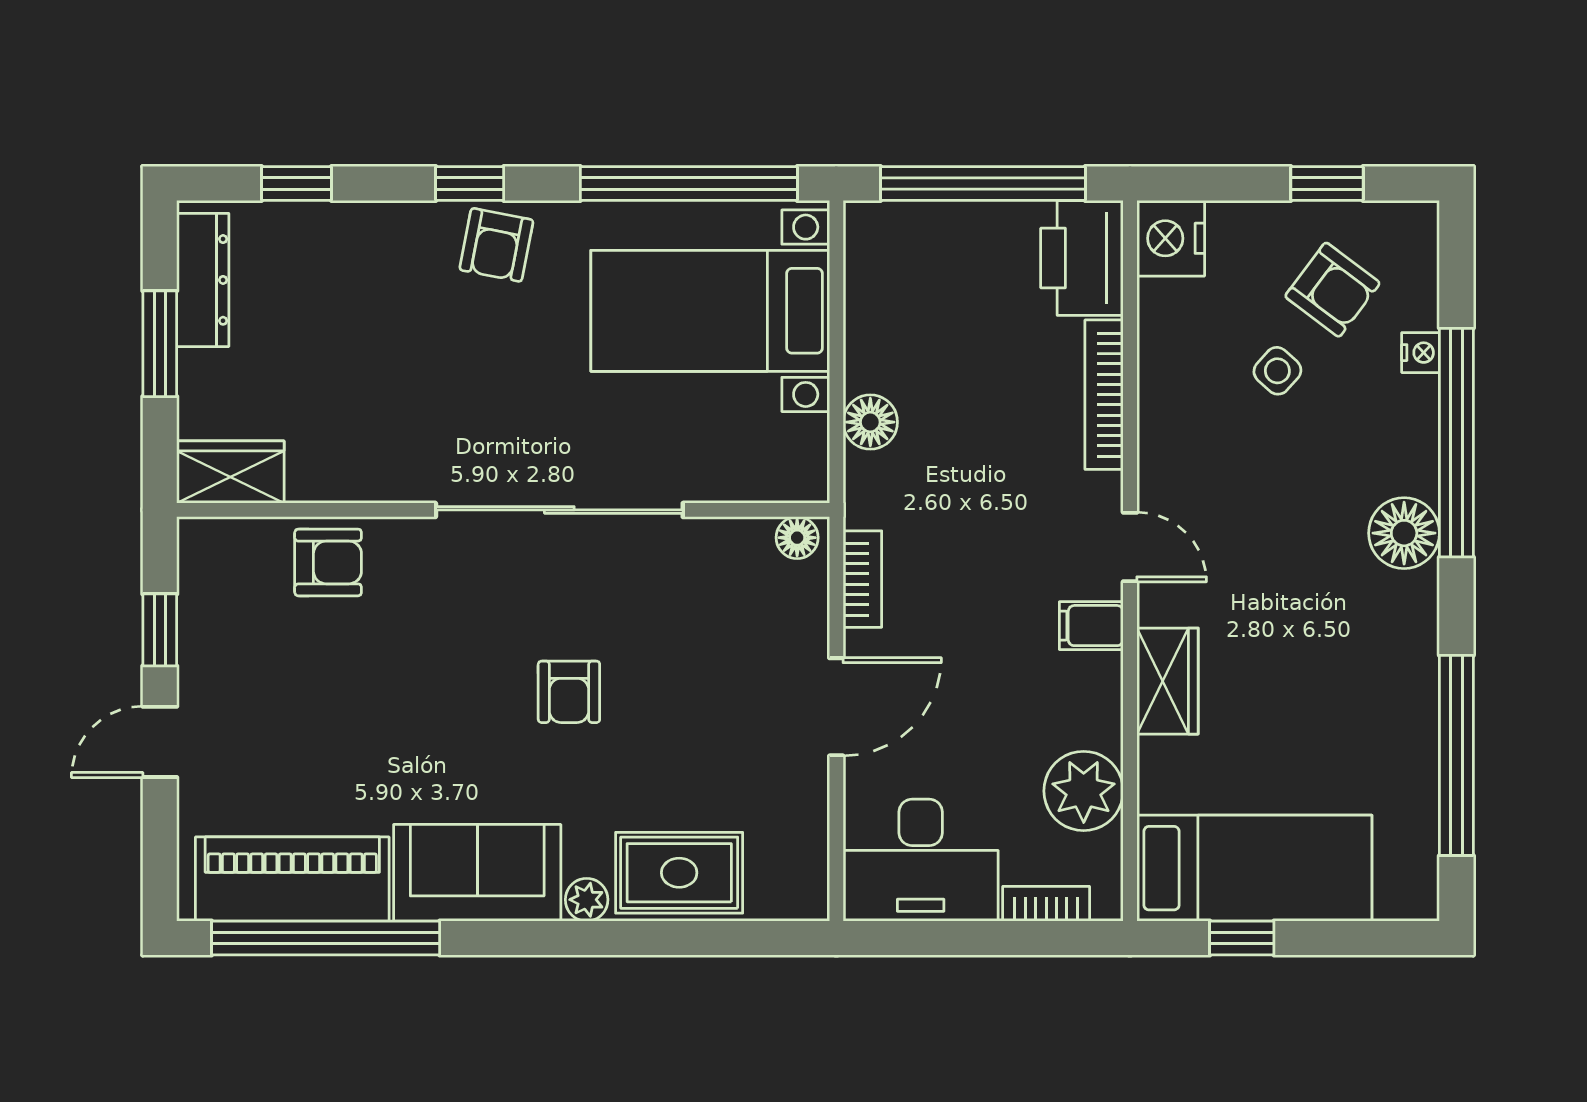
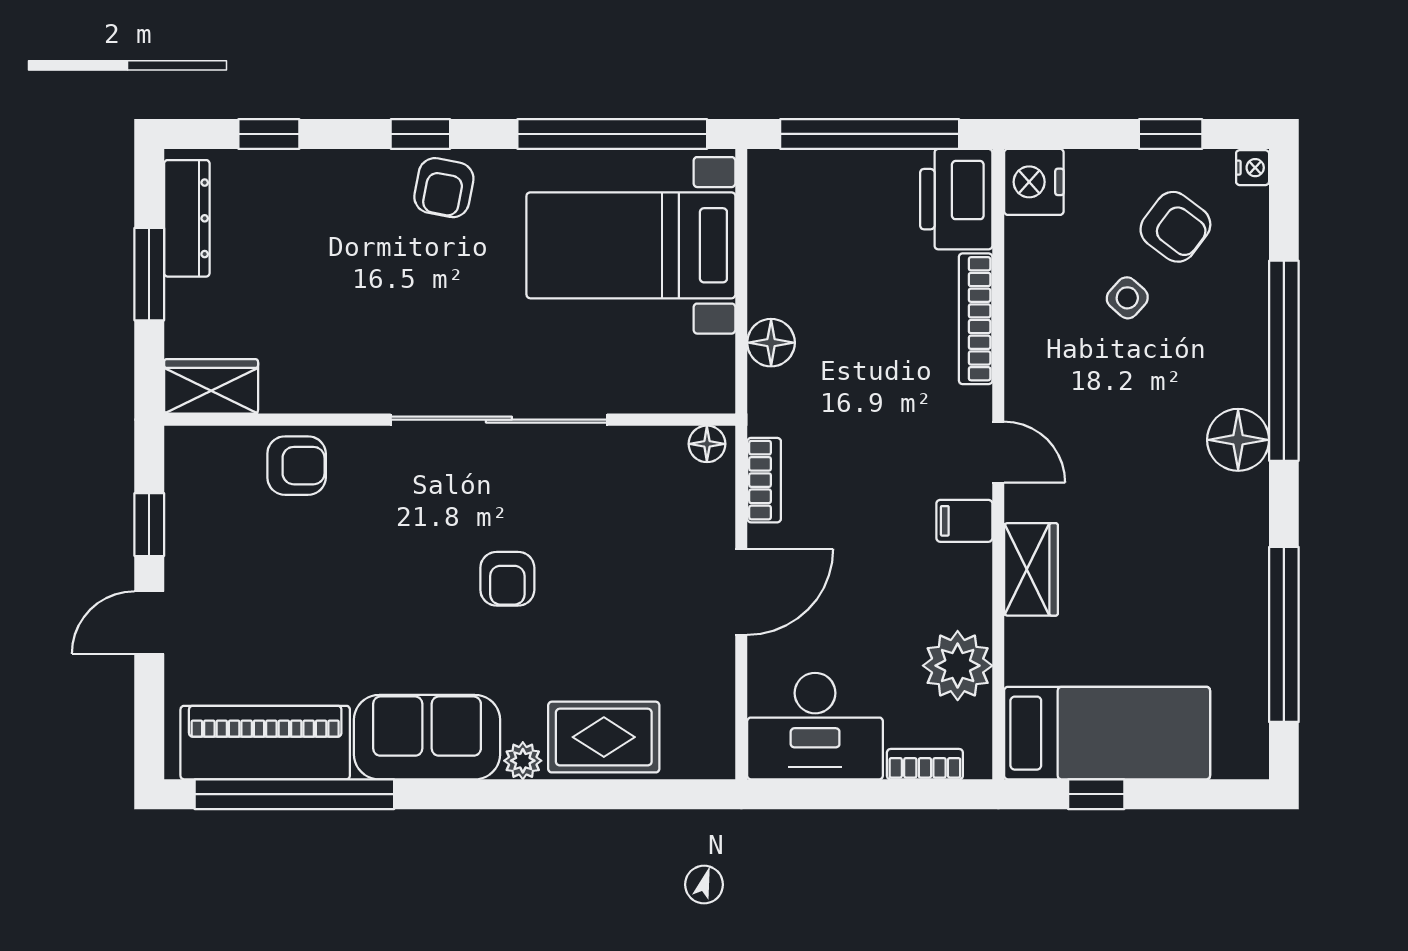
nightstand: (1421, 353) -> (1253, 168), moved

